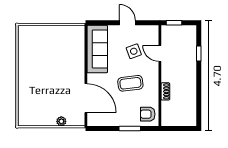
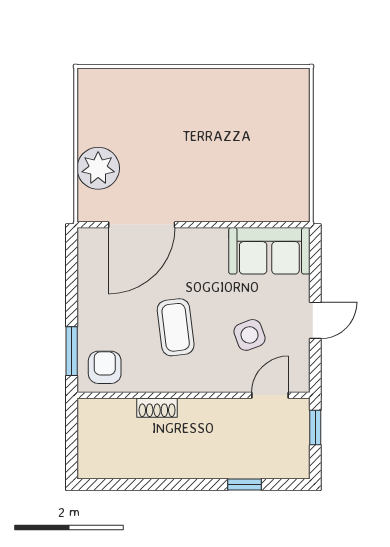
sofa: (97, 49) -> (269, 251), width x0.73
door: (160, 53) -> (270, 395), moved
plant: (61, 121) -> (98, 168), width x1.88, depth x1.88
window: (130, 129) -> (72, 351), moved

